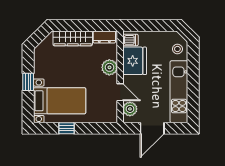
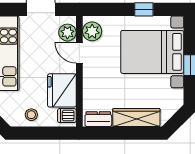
stool: (177, 49) -> (31, 115), moved
plant: (109, 67) -> (92, 31), moved
bed with nightstands: (60, 101) -> (152, 52), width x1.36

